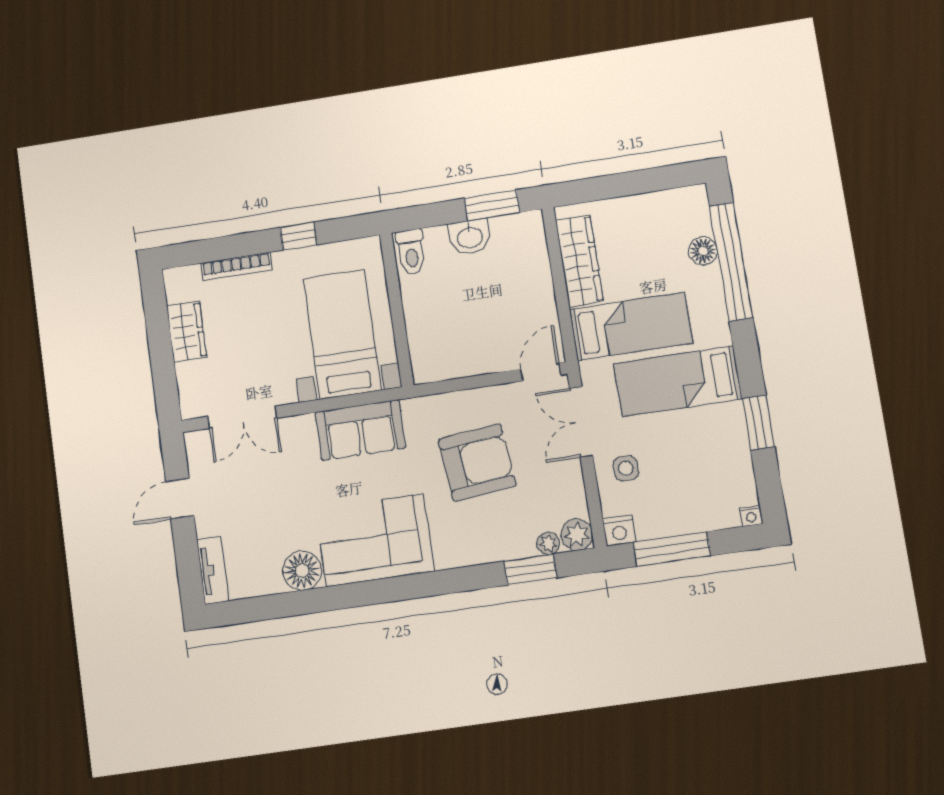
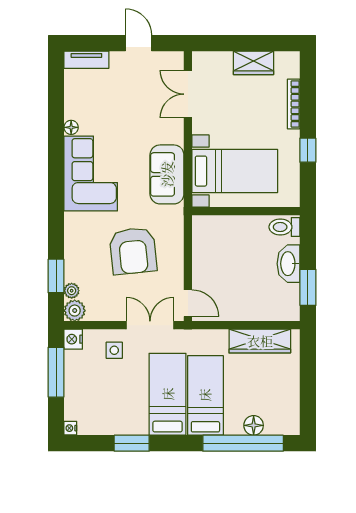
washbasin: (470, 237) -> (289, 264), width x1.38
bed: (631, 326) -> (205, 395), moved, turned 180
floor lamp: (302, 571) -> (71, 127), width x0.53, depth x0.53

